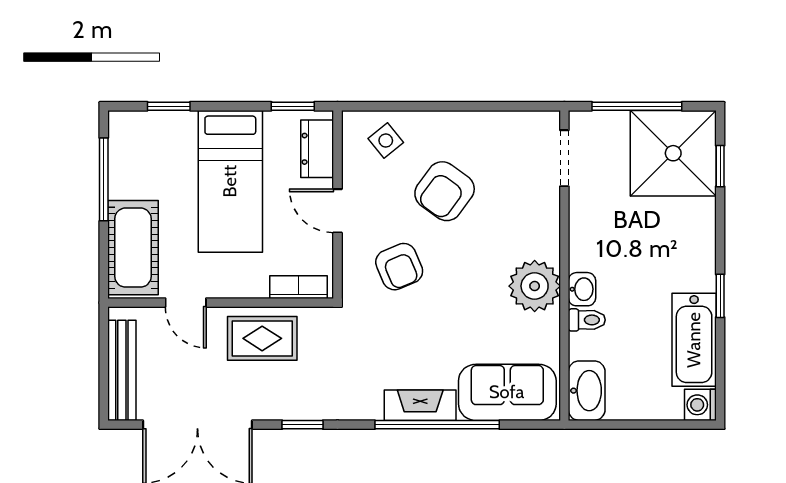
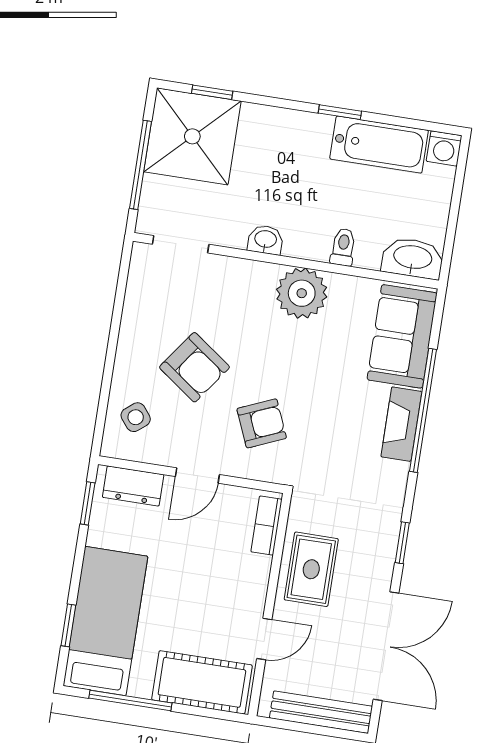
bed: (230, 181) -> (105, 621), moved, turned -90
washbasin: (582, 289) -> (266, 240), moved

